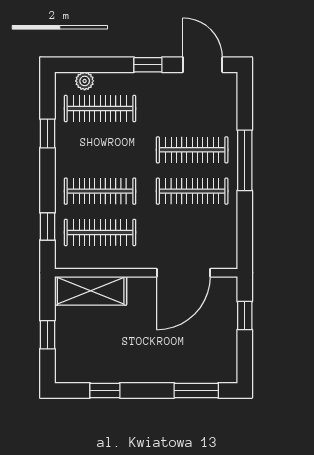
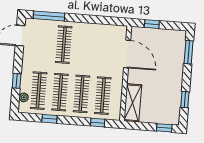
window: (148, 65) -> (17, 81), moved
window: (245, 160) -> (49, 16), moved
clothes rail: (192, 191) -> (60, 92), moved
window: (47, 335) -> (164, 128), moved

